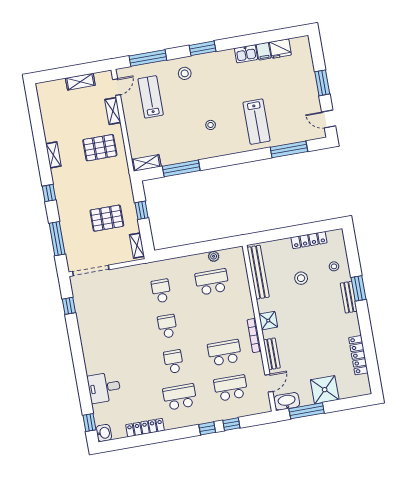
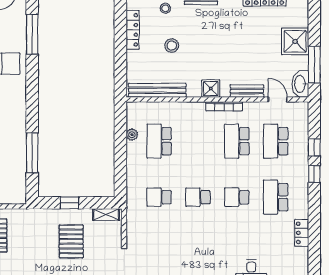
shelving: (146, 163) -> (20, 189), removed
locker: (145, 428) -> (302, 233), width x0.66

